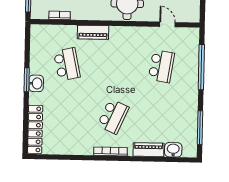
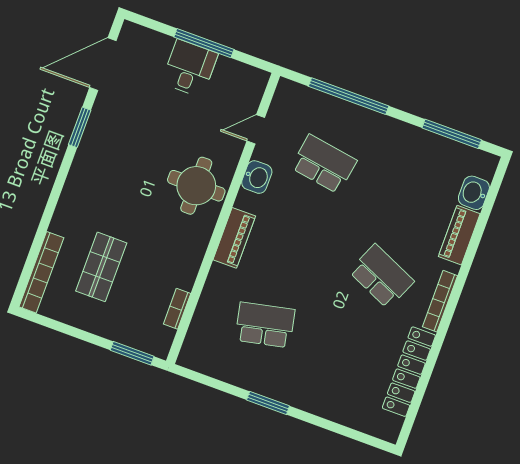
piano: (93, 32) -> (234, 238), moved
washbasin: (36, 83) -> (257, 177), moved, turned 90
locker: (35, 129) -> (409, 372), moved, turned -90

